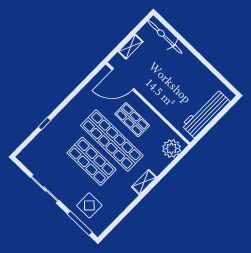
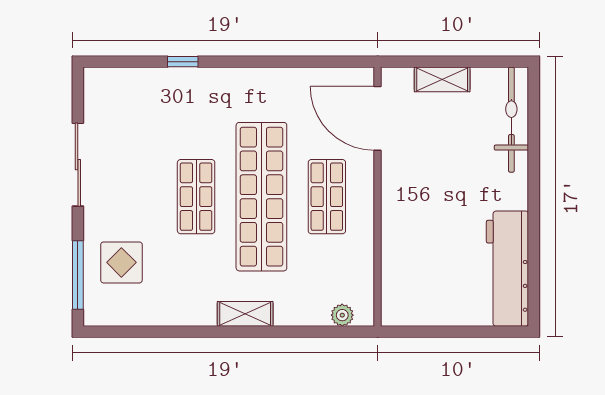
workbench: (206, 113) -> (507, 269), moved, turned -90
plant: (172, 149) -> (342, 315), width x0.53, depth x0.53
shop shelf: (92, 161) -> (196, 197), width x0.70, depth x0.74

